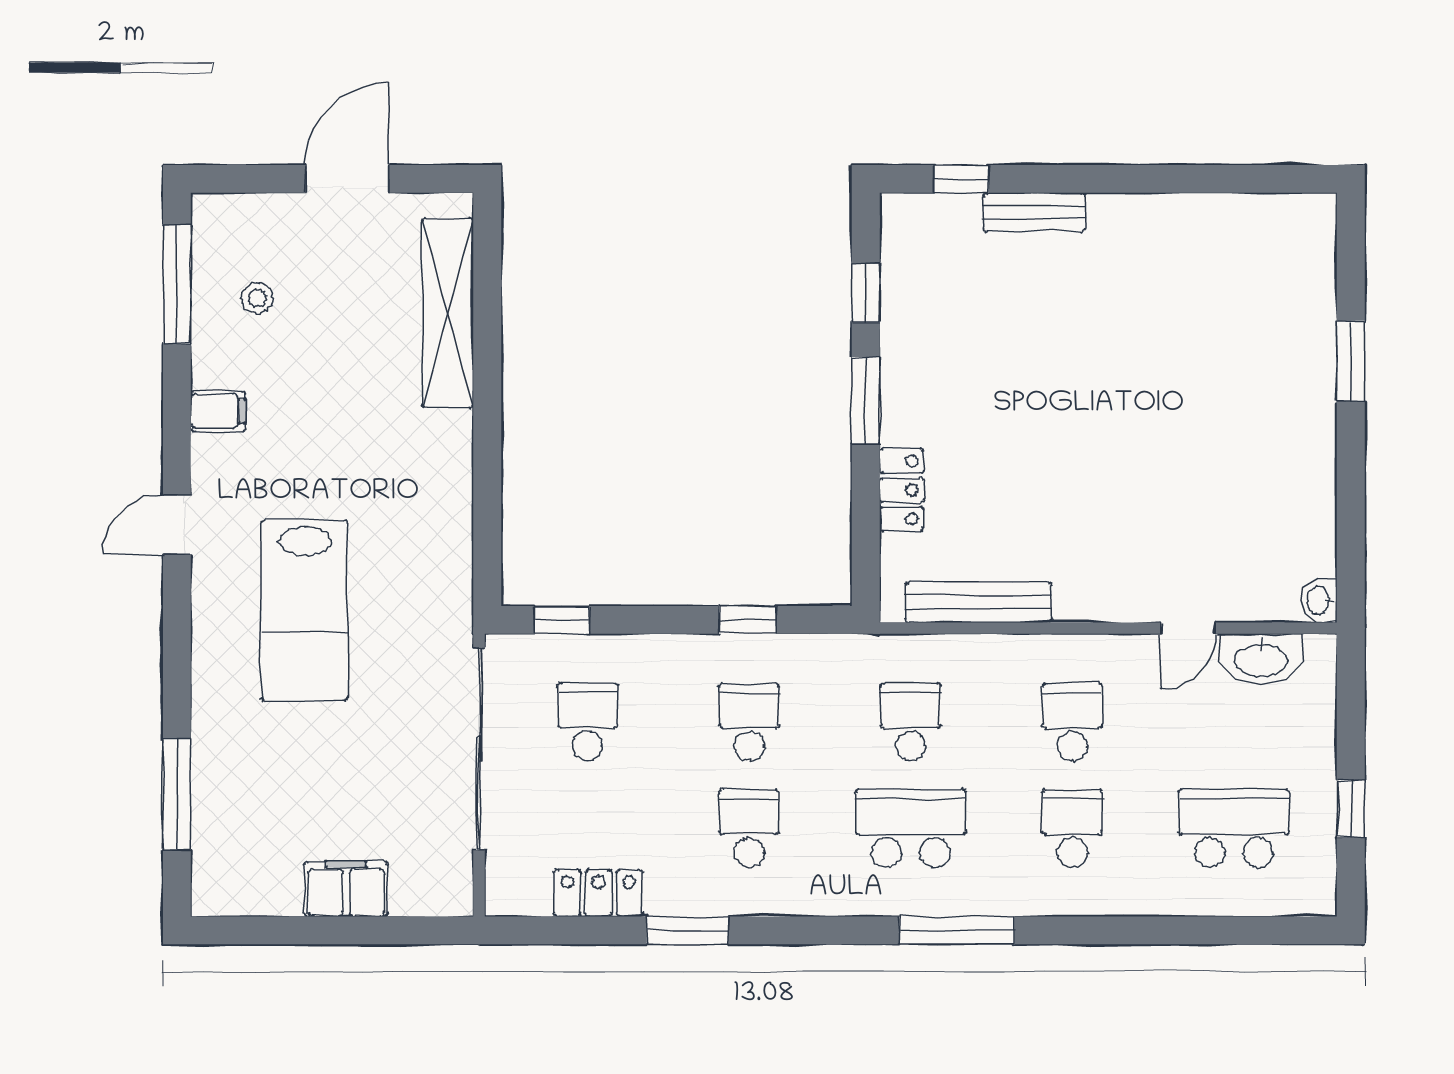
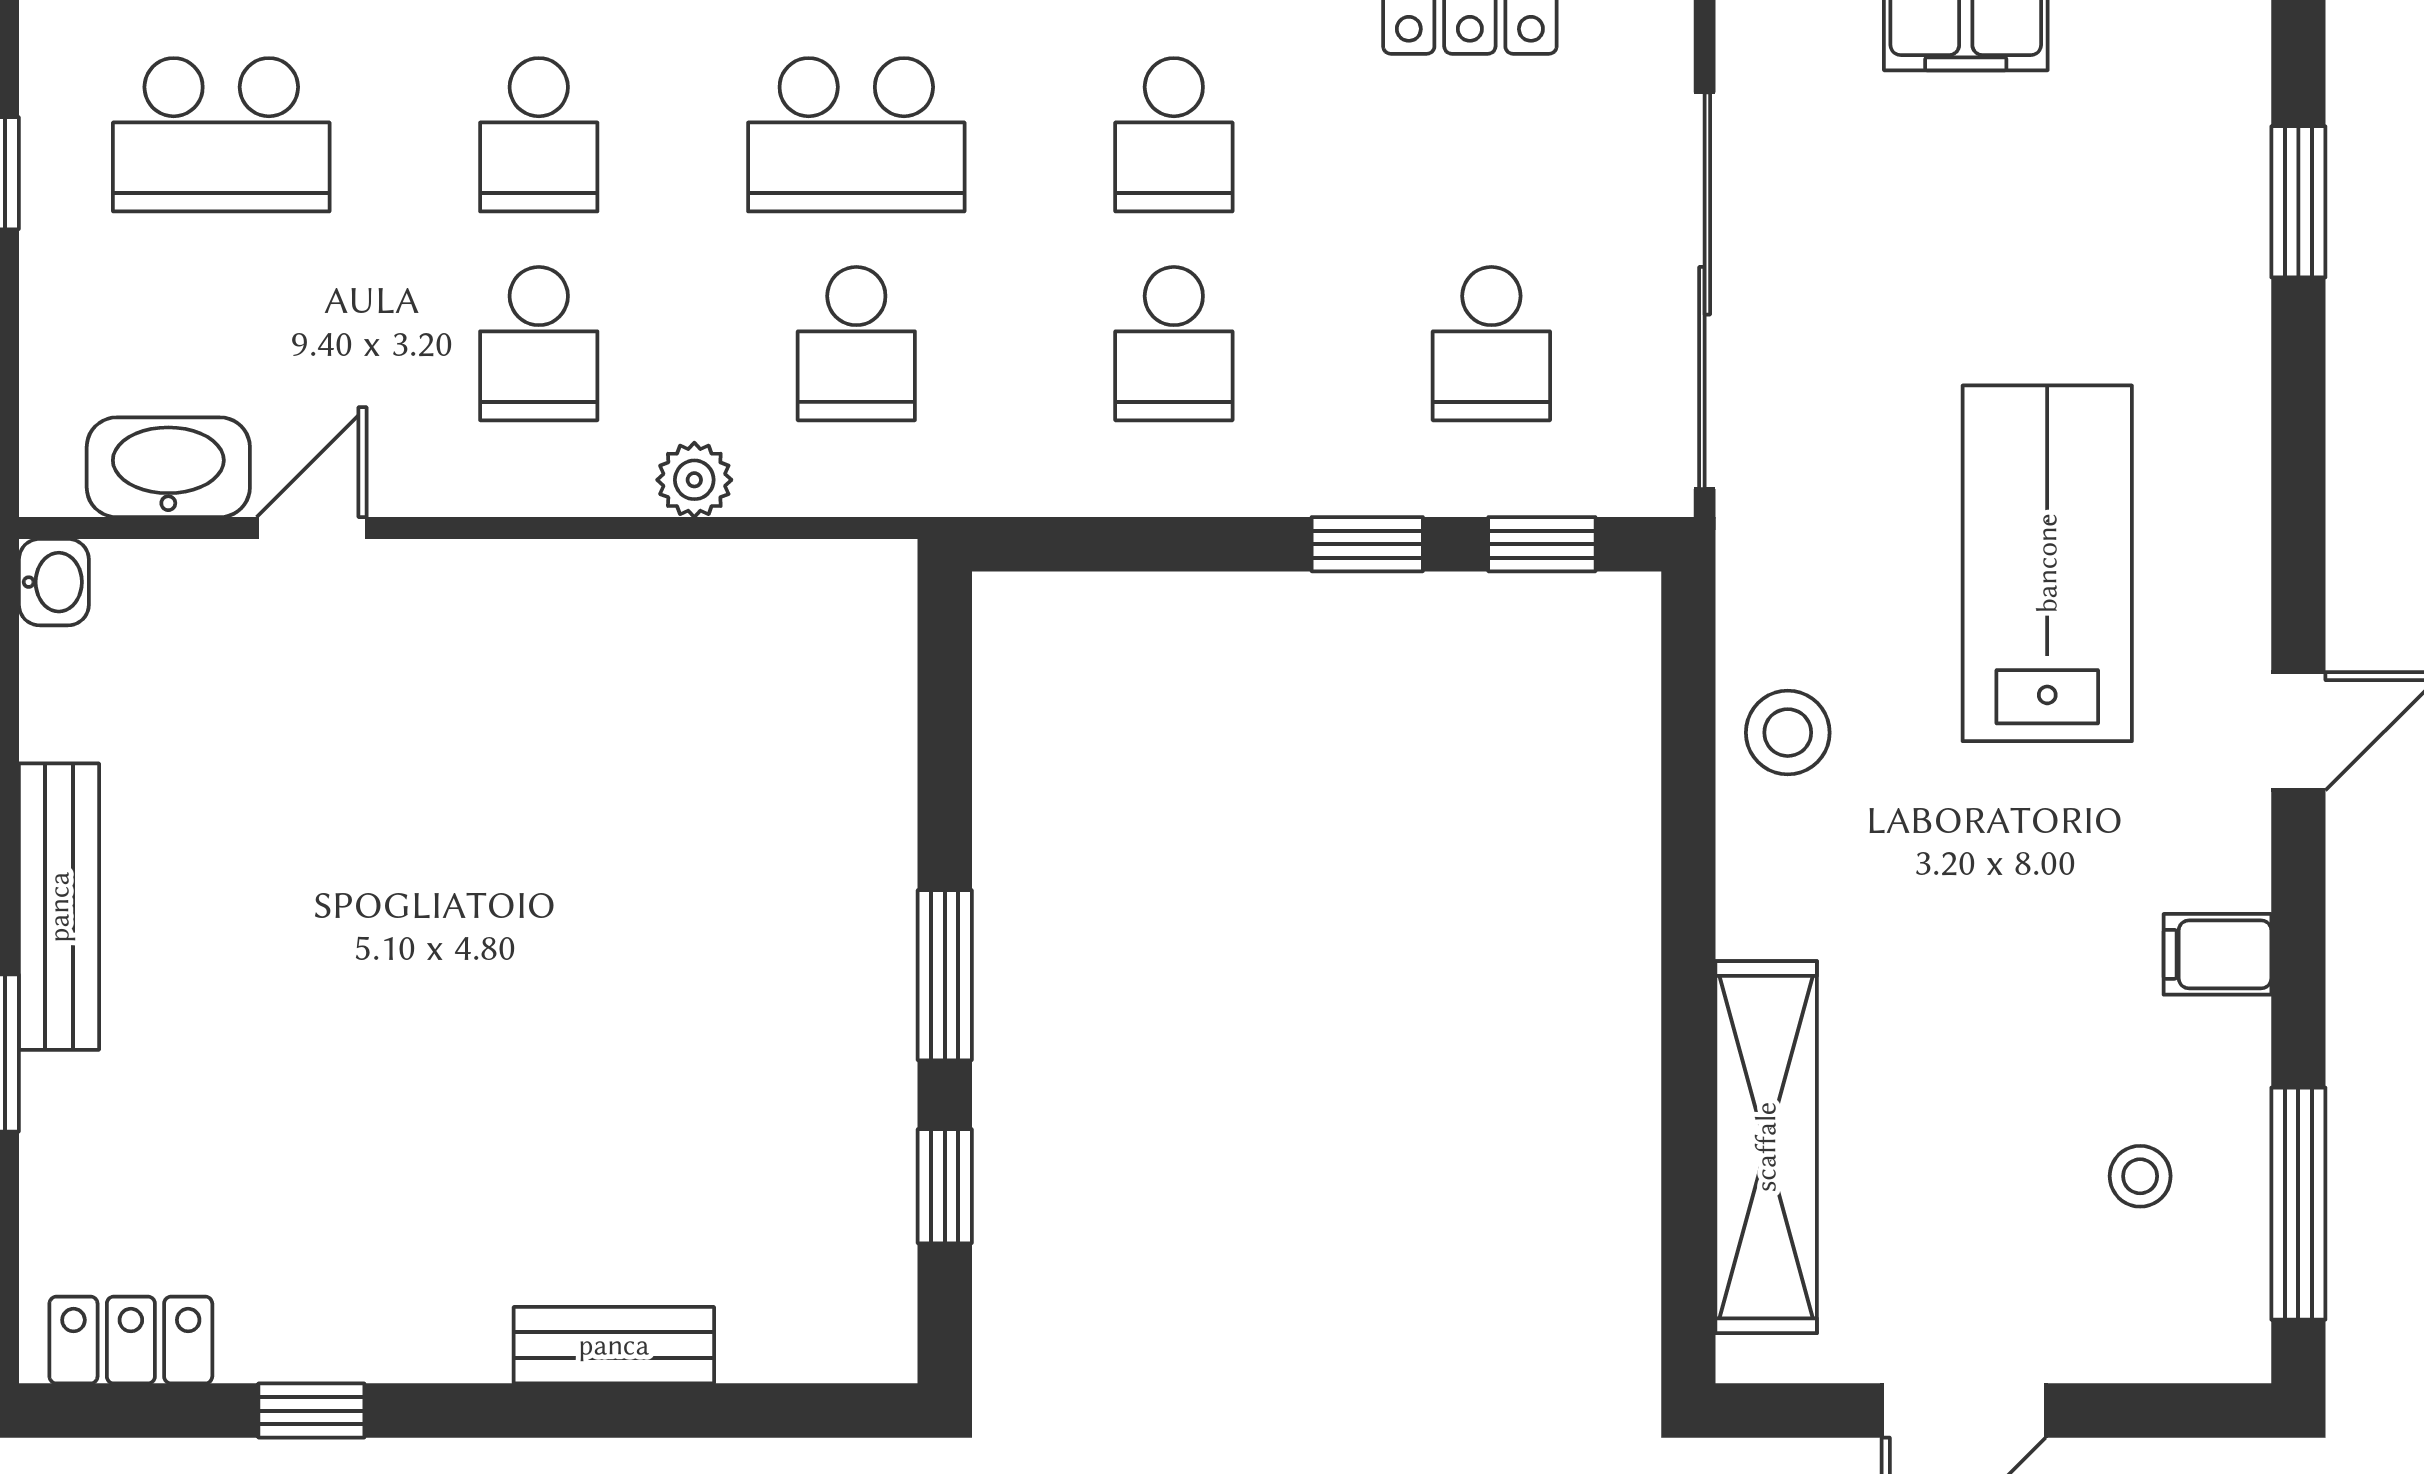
window: (961, 179) -> (311, 1411), moved
locker: (902, 490) -> (131, 1340), moved, turned 90
stool: (437, 524) -> (1788, 733), added
bench: (978, 602) -> (59, 907), moved, turned 90
window: (747, 620) -> (1367, 544), moved
plant: (993, 653) -> (694, 480), added
window: (177, 794) -> (2298, 202), width x0.69

